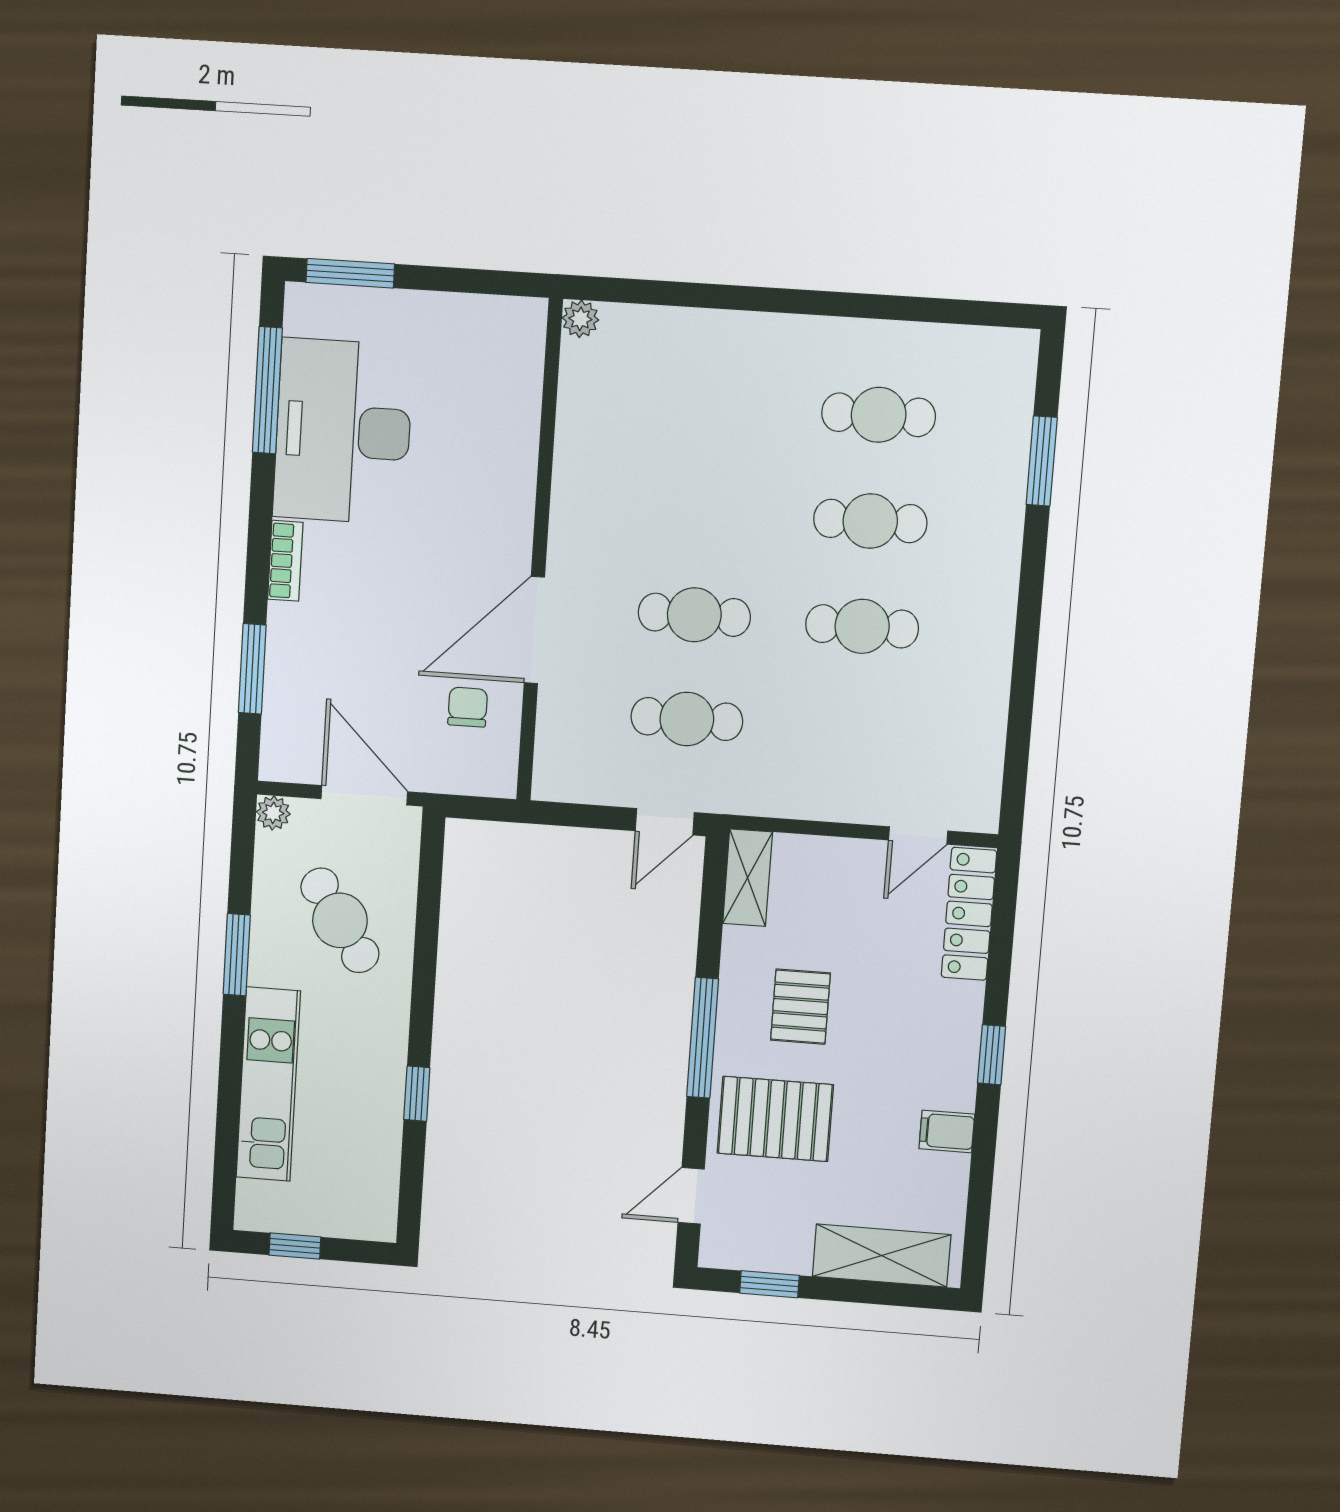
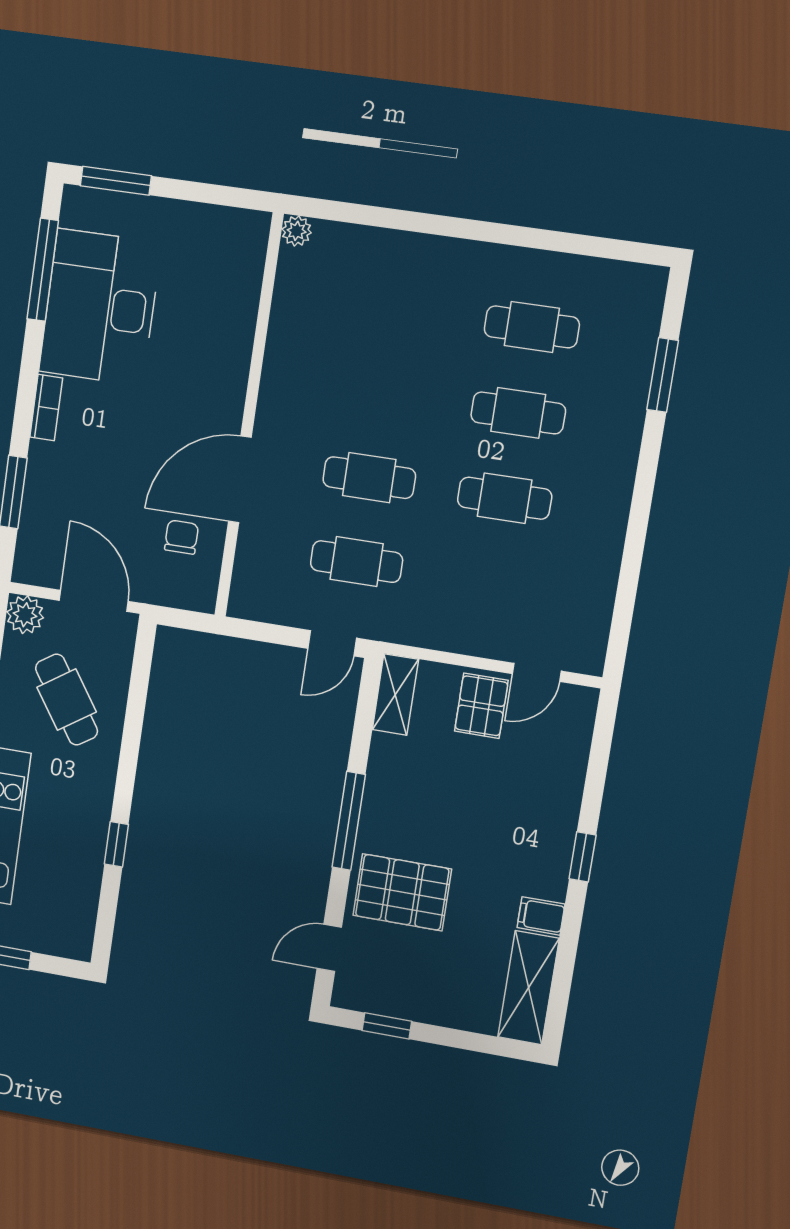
plant: (273, 813) -> (25, 615), width x1.38, depth x1.38
locker: (969, 914) -> (573, 740), removed
pallet: (800, 1007) -> (481, 706), moved
shelving: (882, 1256) -> (529, 988), moved, turned 90

